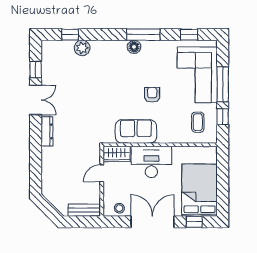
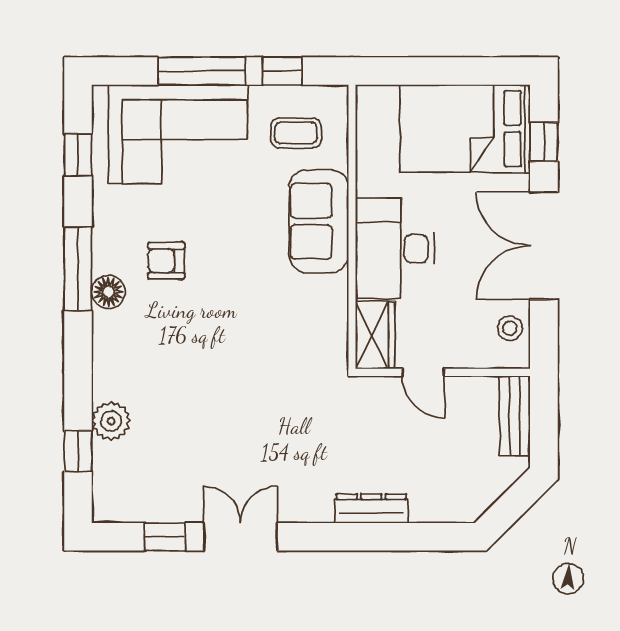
armchair: (152, 95) -> (166, 261), moved
dresser: (47, 131) -> (371, 509), moved
sofa: (136, 131) -> (319, 221), moved

